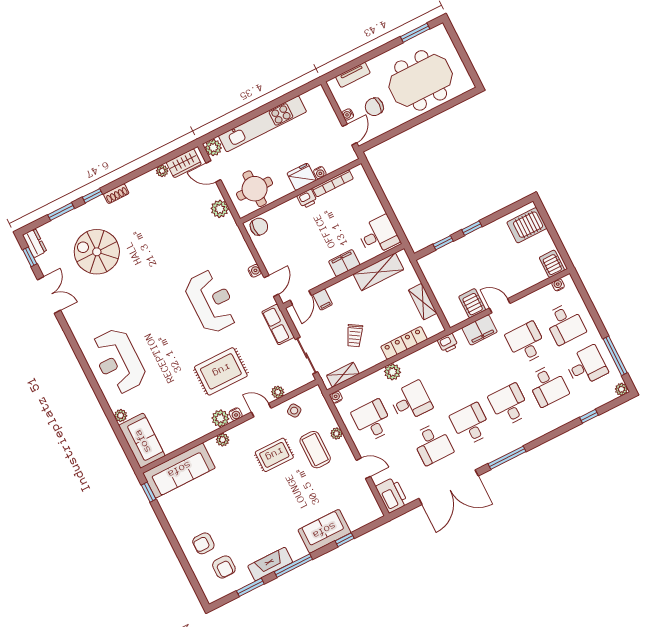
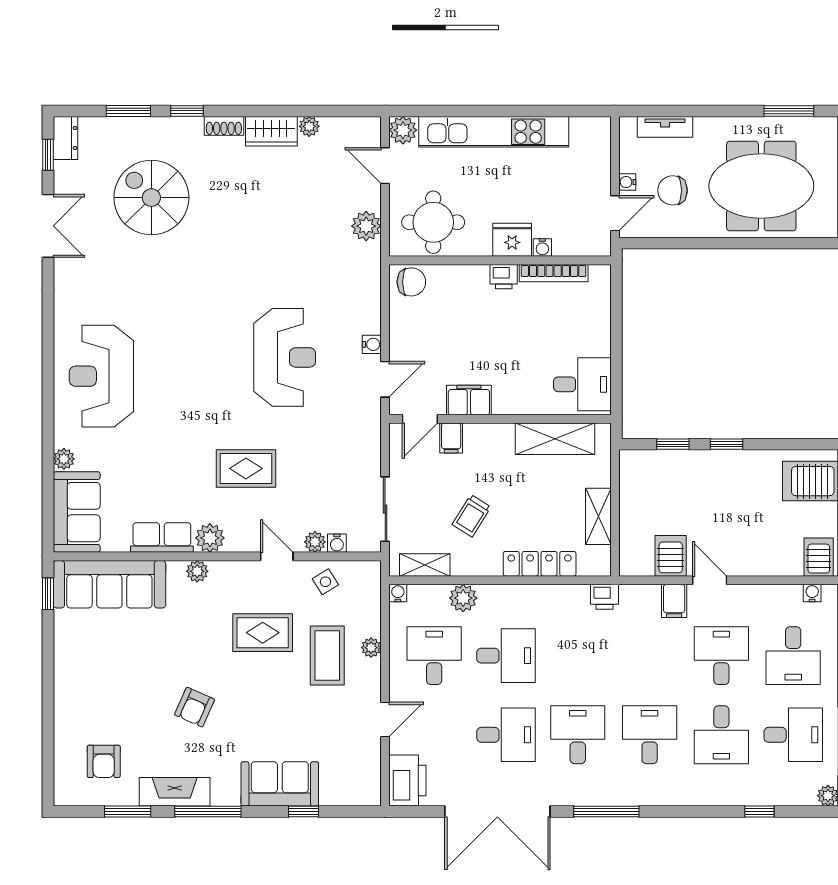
wardrobe: (184, 163) -> (271, 131), moved
filing cabinet: (344, 263) -> (469, 400), moved
row of seats: (278, 324) -> (162, 537), moved, turned 90
filing cabinet: (480, 330) -> (674, 601), width x0.50
rug: (221, 371) -> (246, 468), width x0.73, depth x0.70
plant: (392, 372) -> (463, 598), moved
water cooler: (236, 414) -> (337, 543), moved
desk: (432, 444) -> (506, 735), turned -90
door: (363, 468) -> (385, 720), hinge flipped
armchair: (203, 543) -> (195, 707), moved, turned -66

